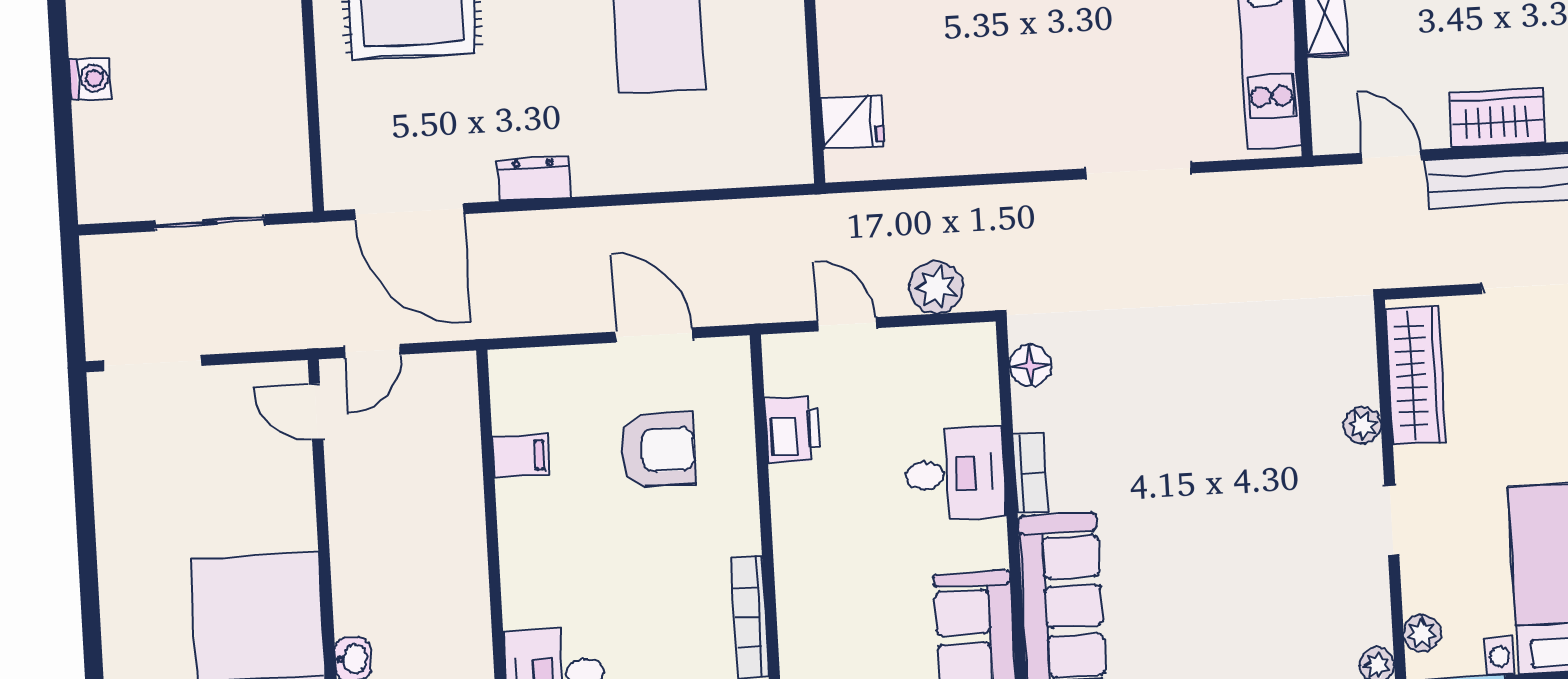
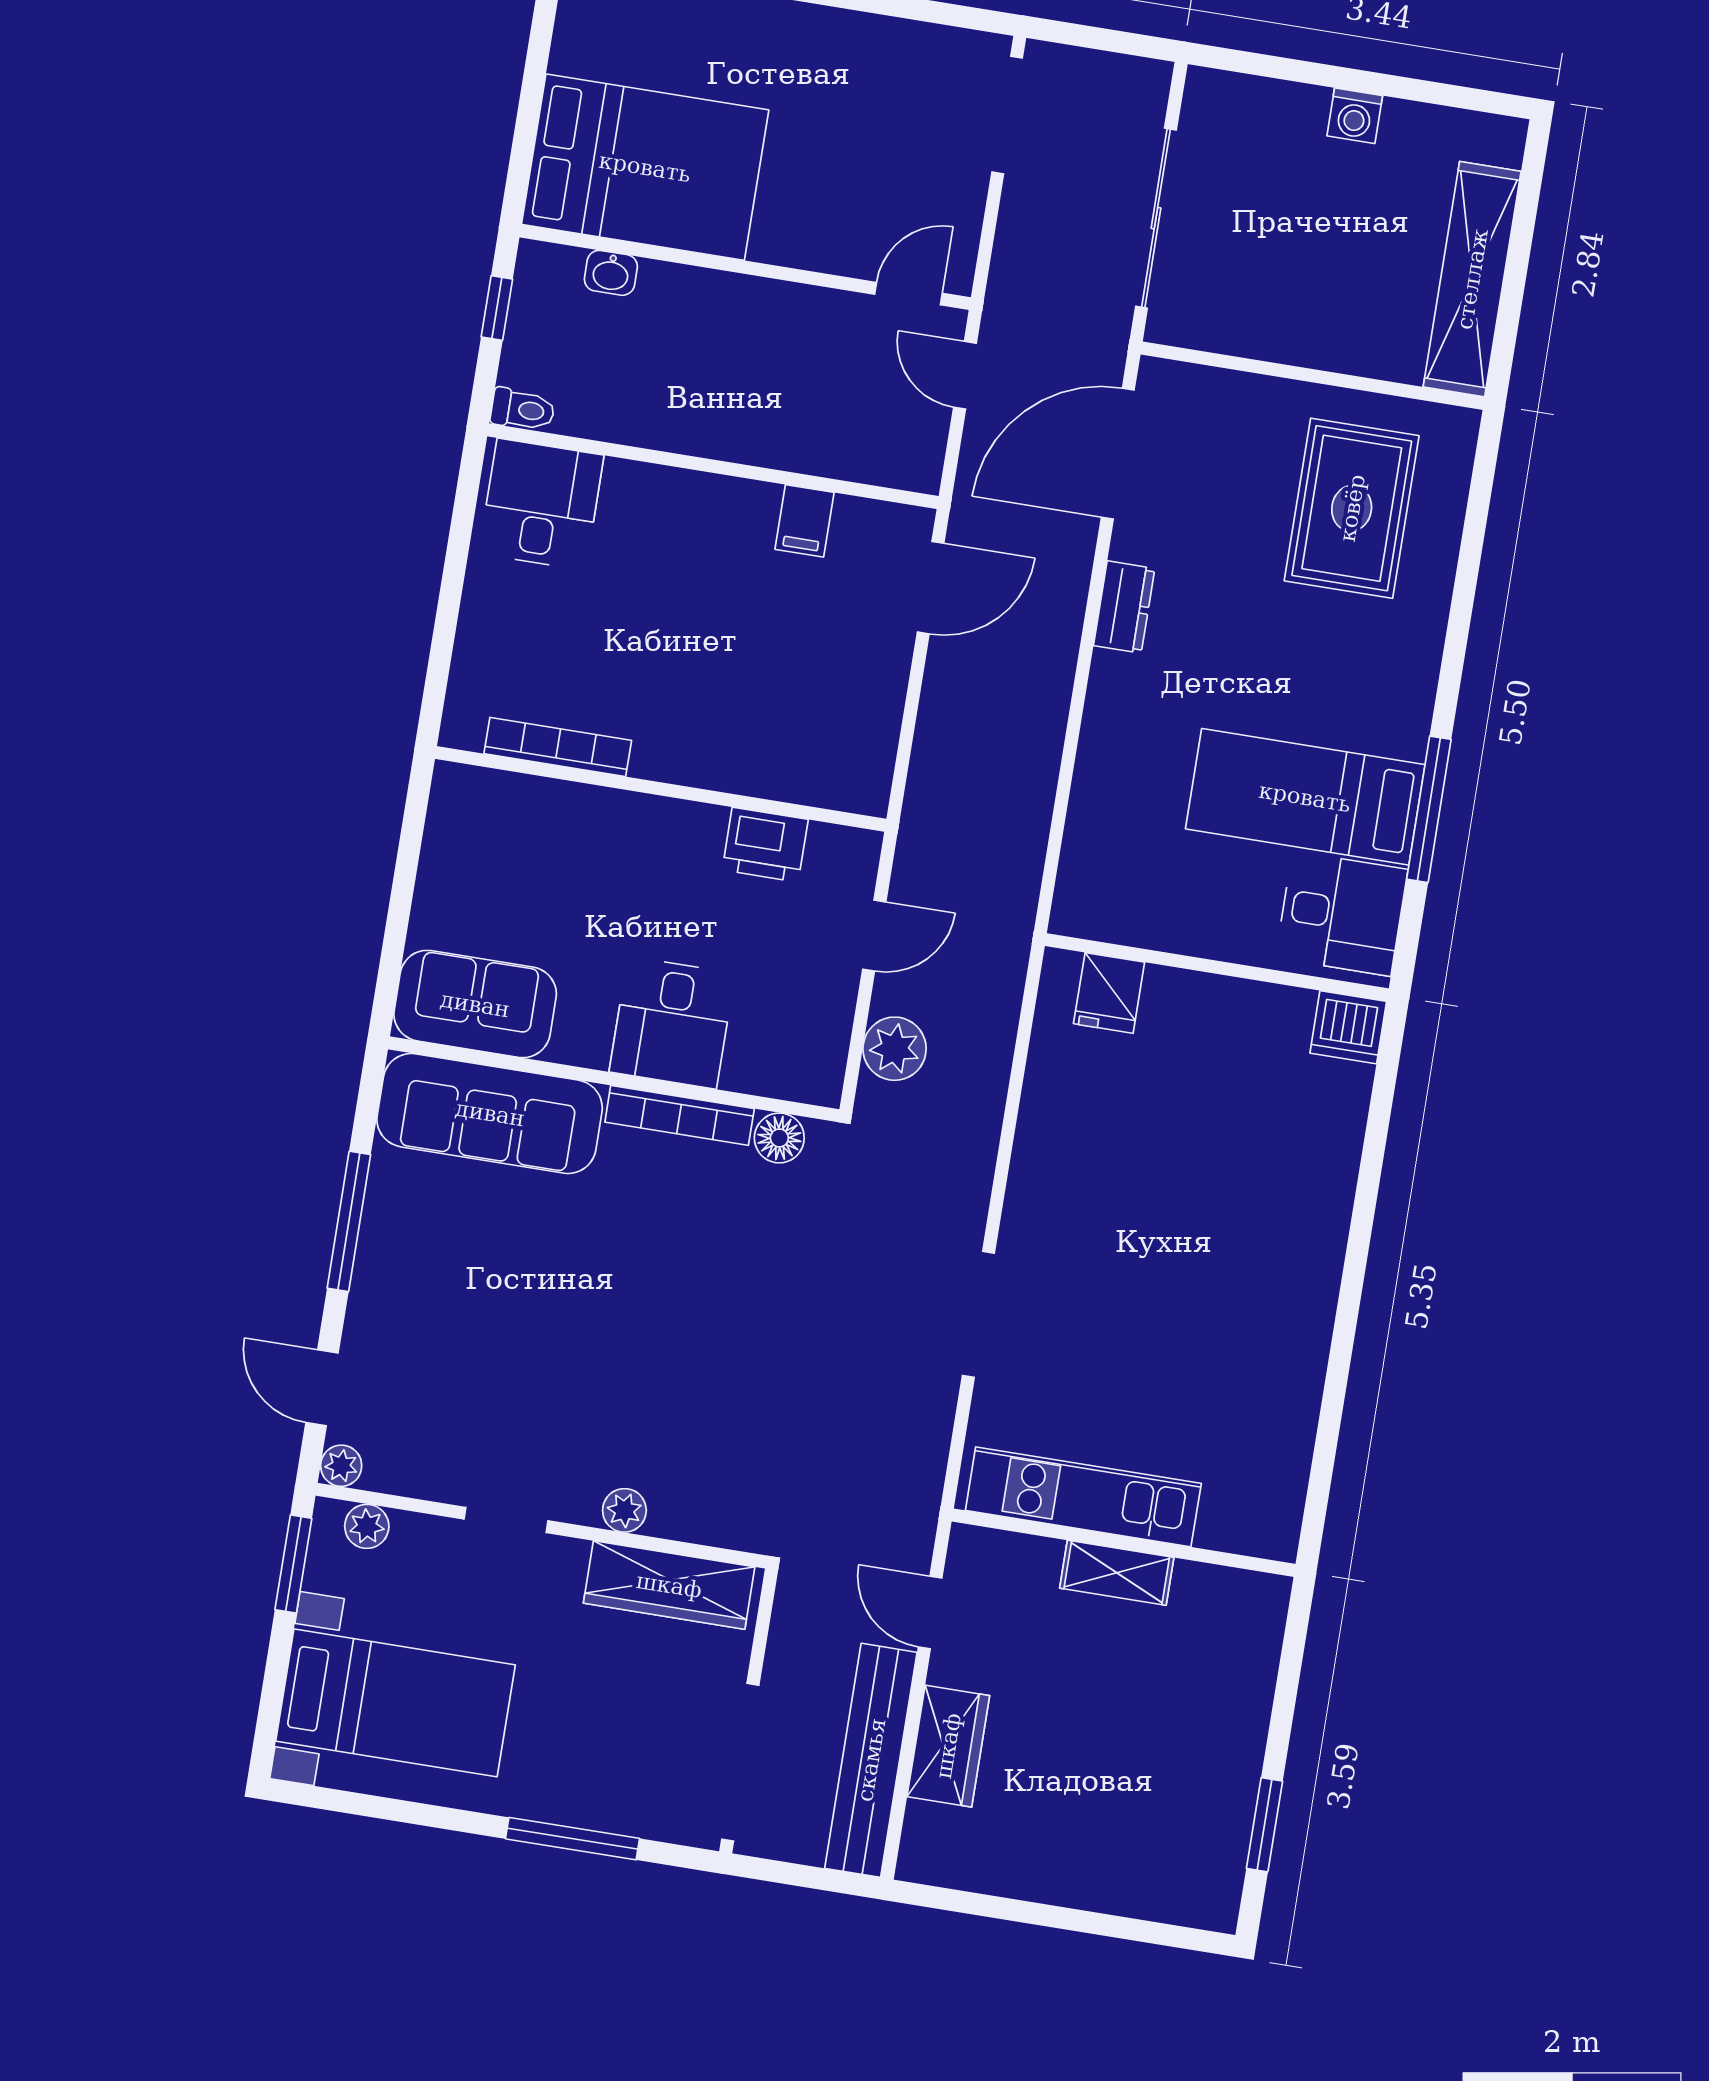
door: (1391, 157) -> (930, 1613), swing flipped
sliding door: (210, 223) -> (1156, 218), width x1.37
door: (654, 335) -> (931, 588), moved
armchair: (658, 450) -> (776, 682), removed
bookcase: (1031, 473) -> (680, 1115), width x1.56

